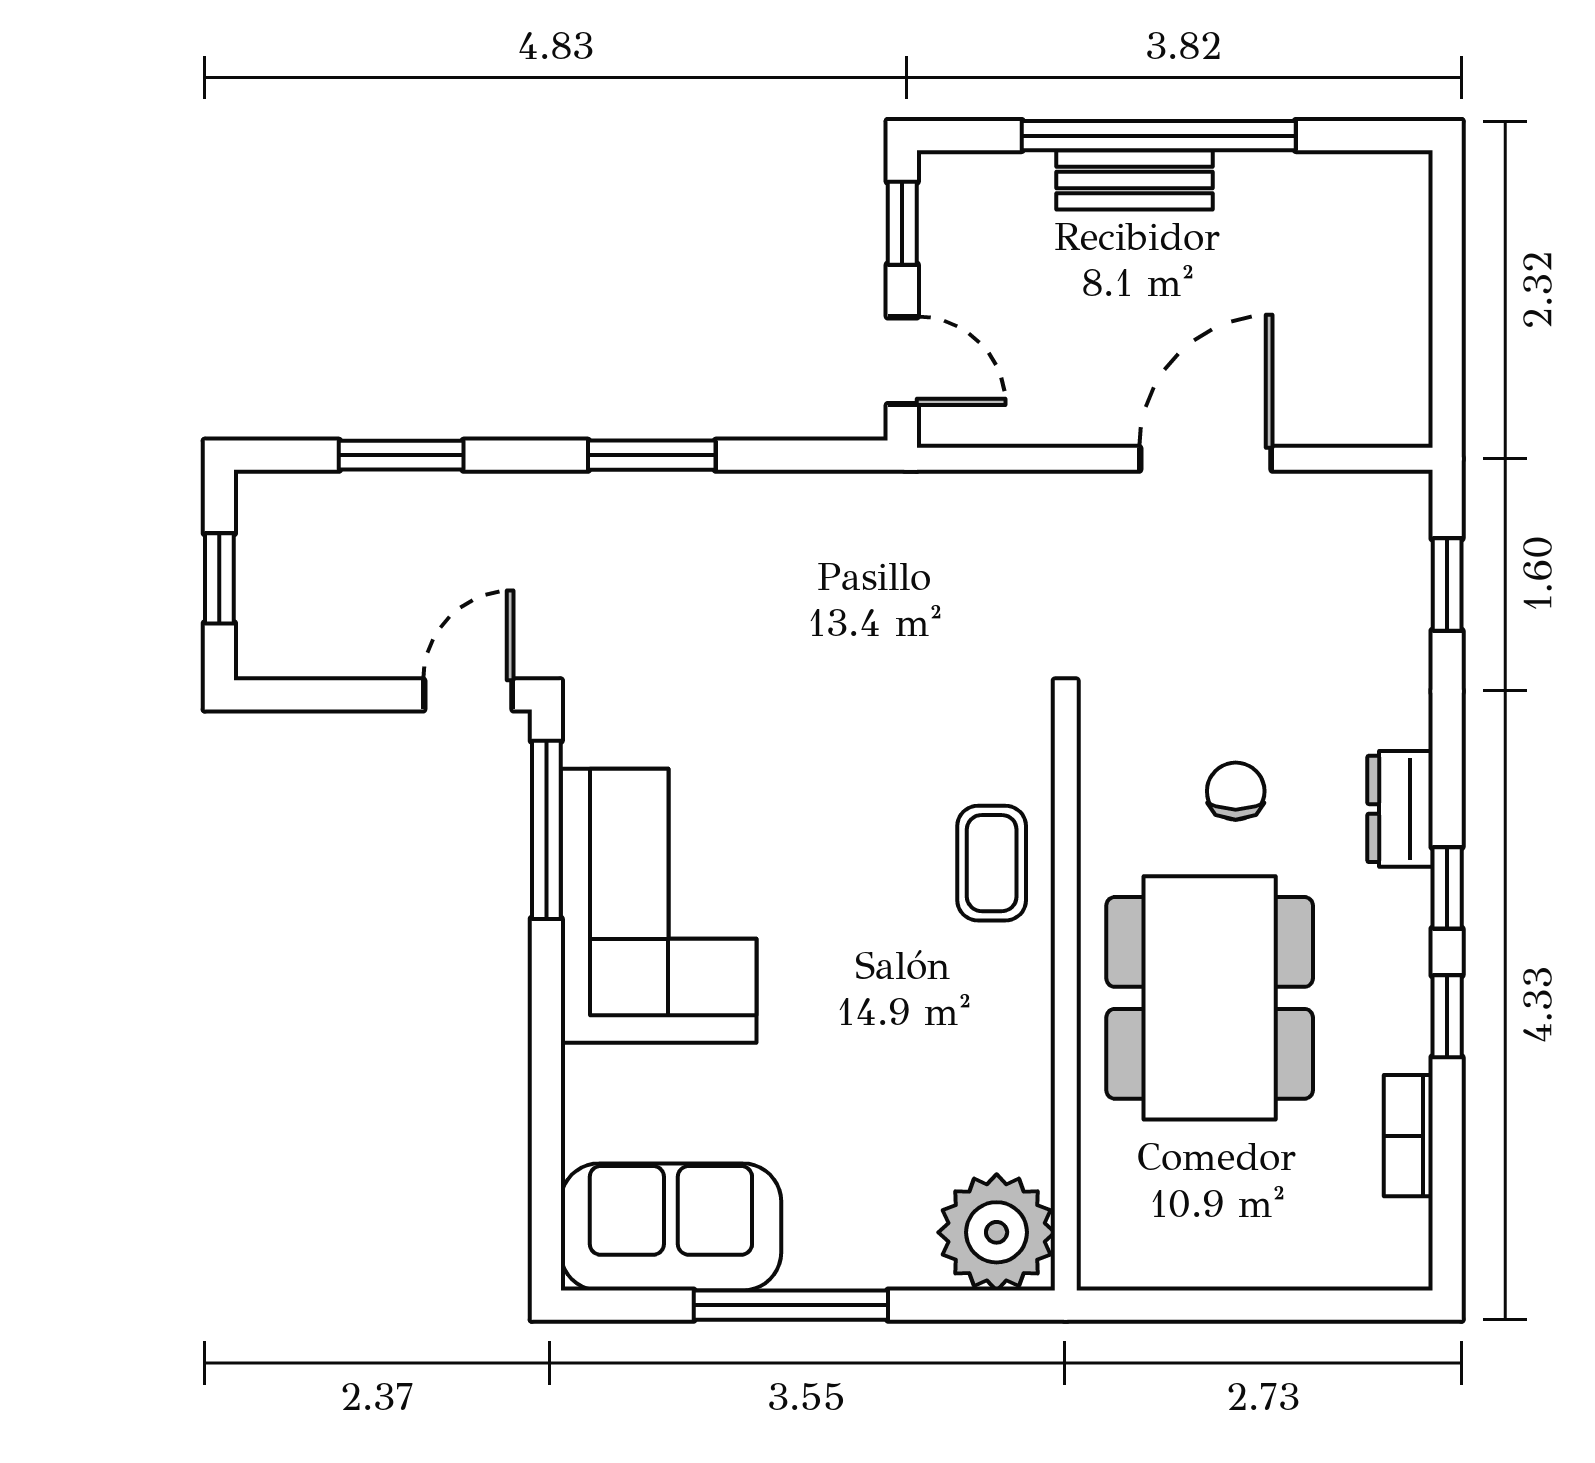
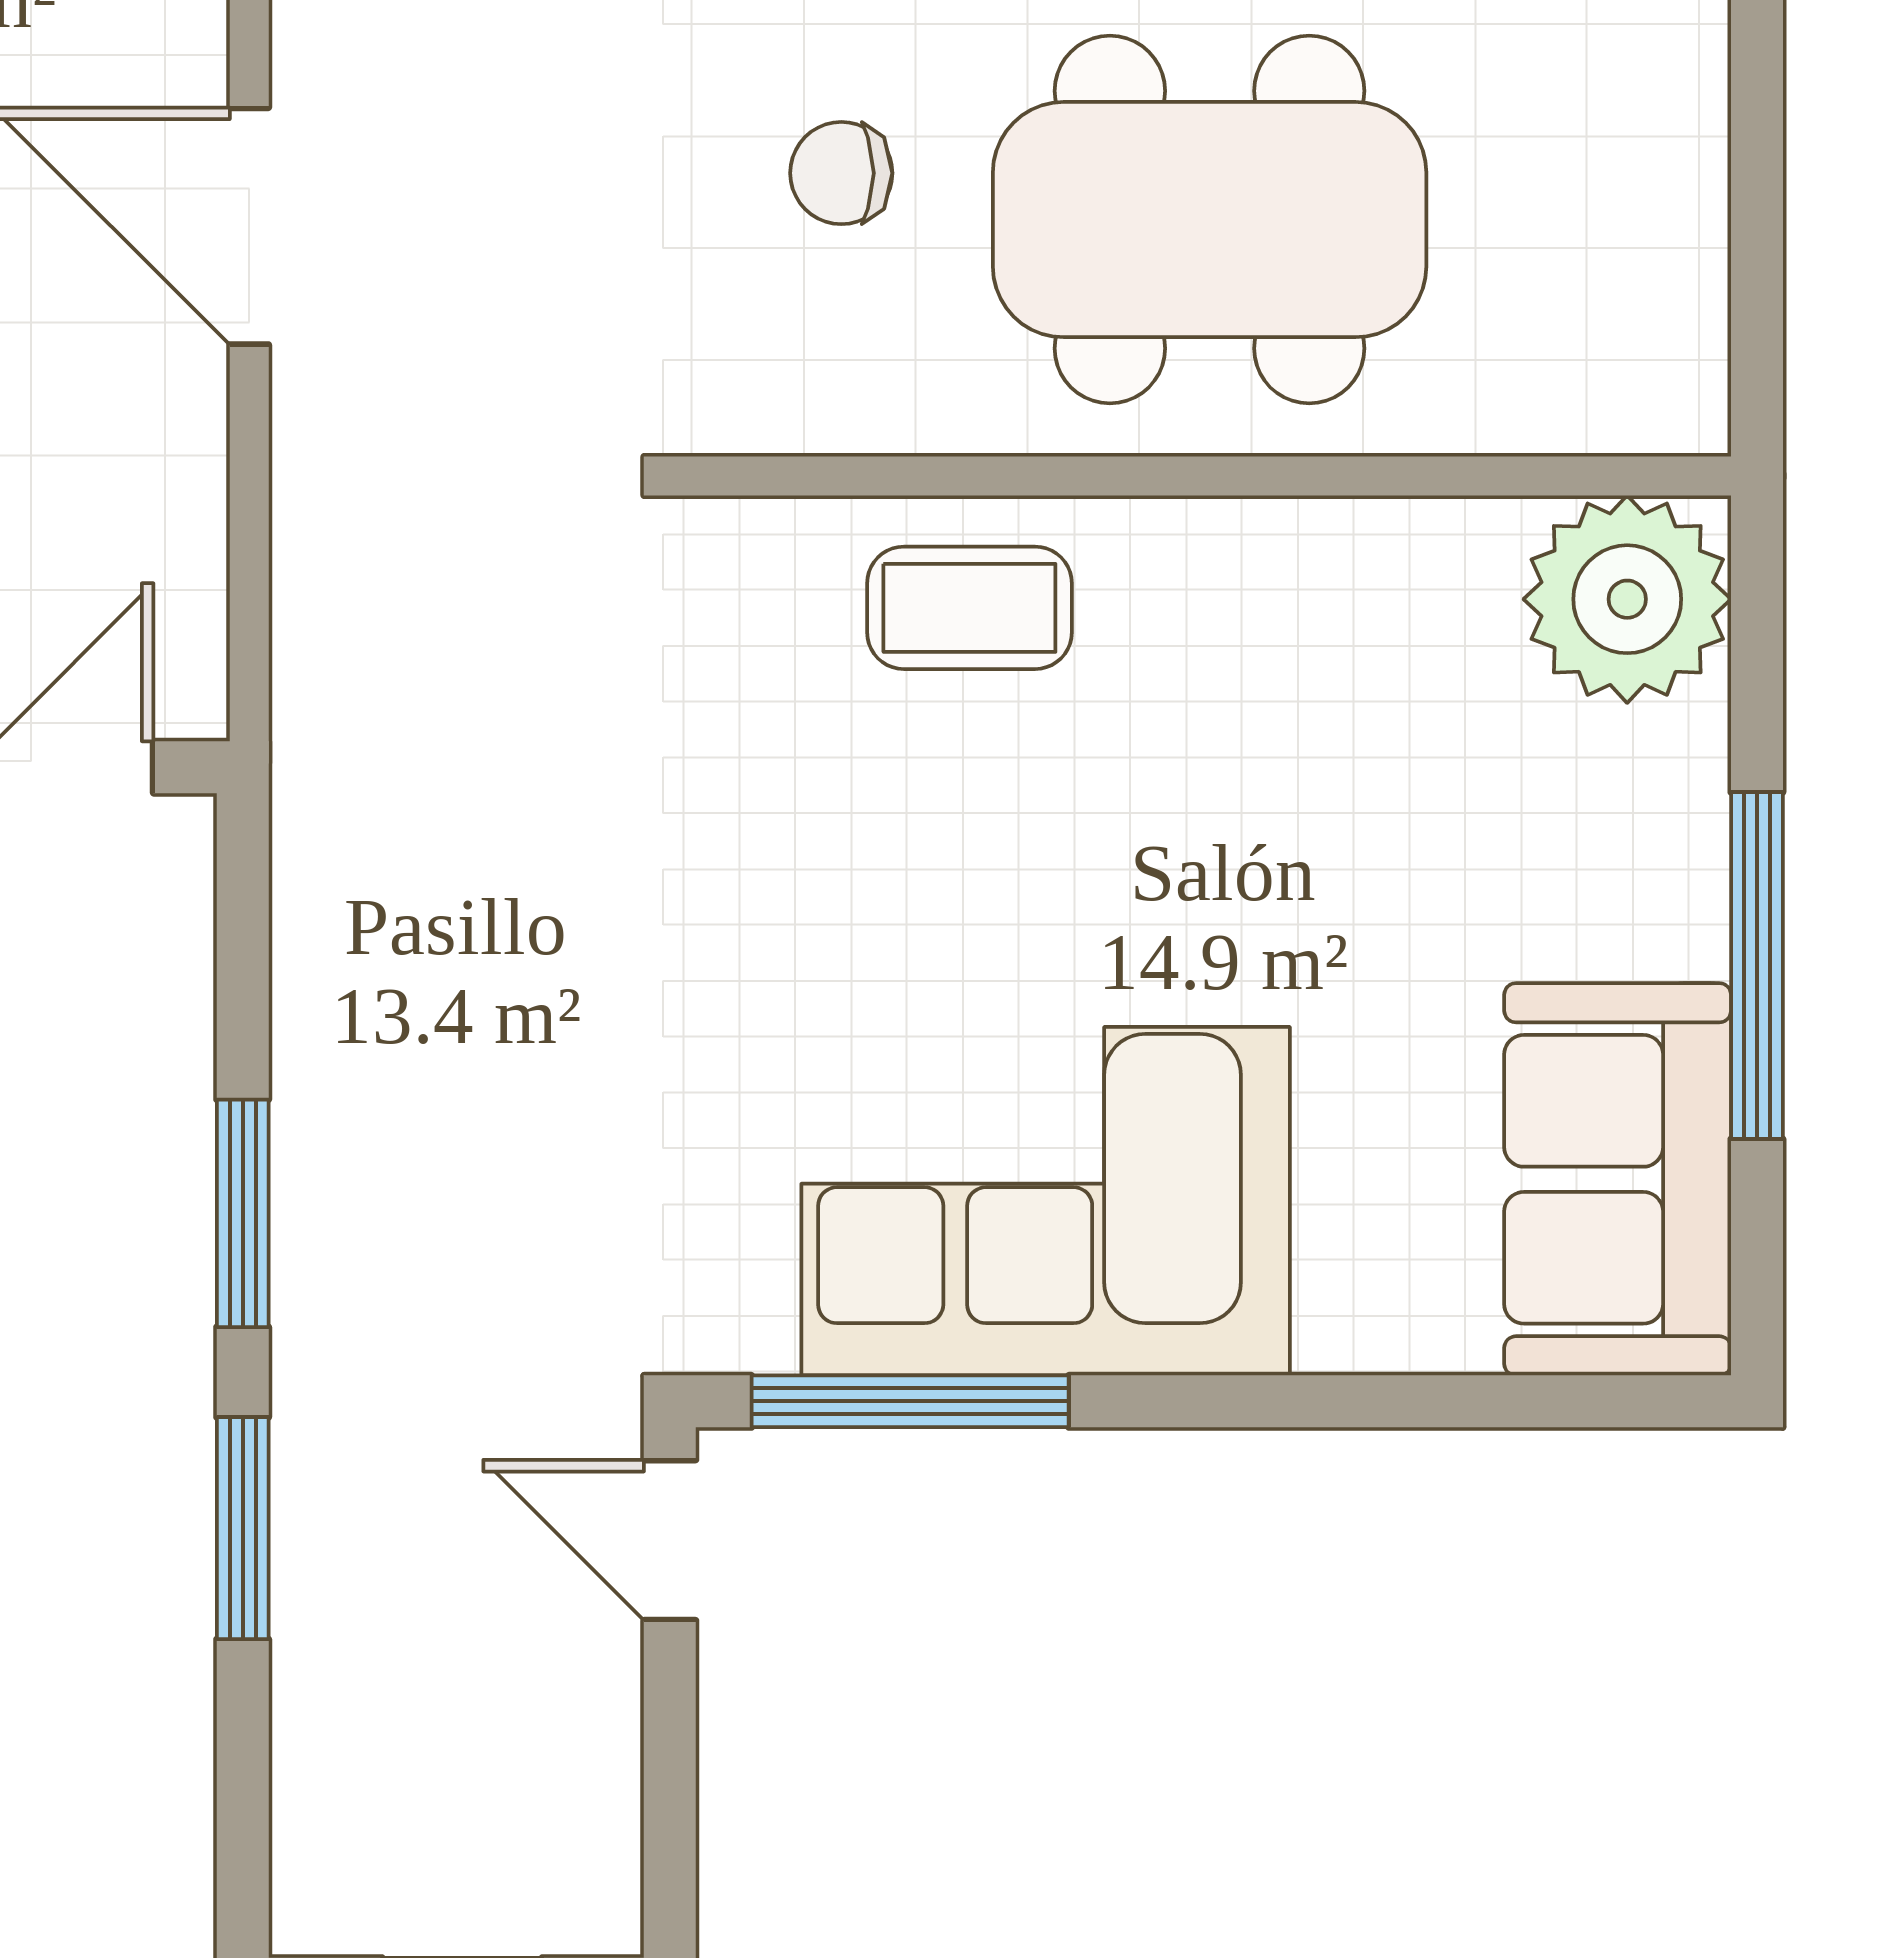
window: (401, 455) -> (243, 1528), moved

